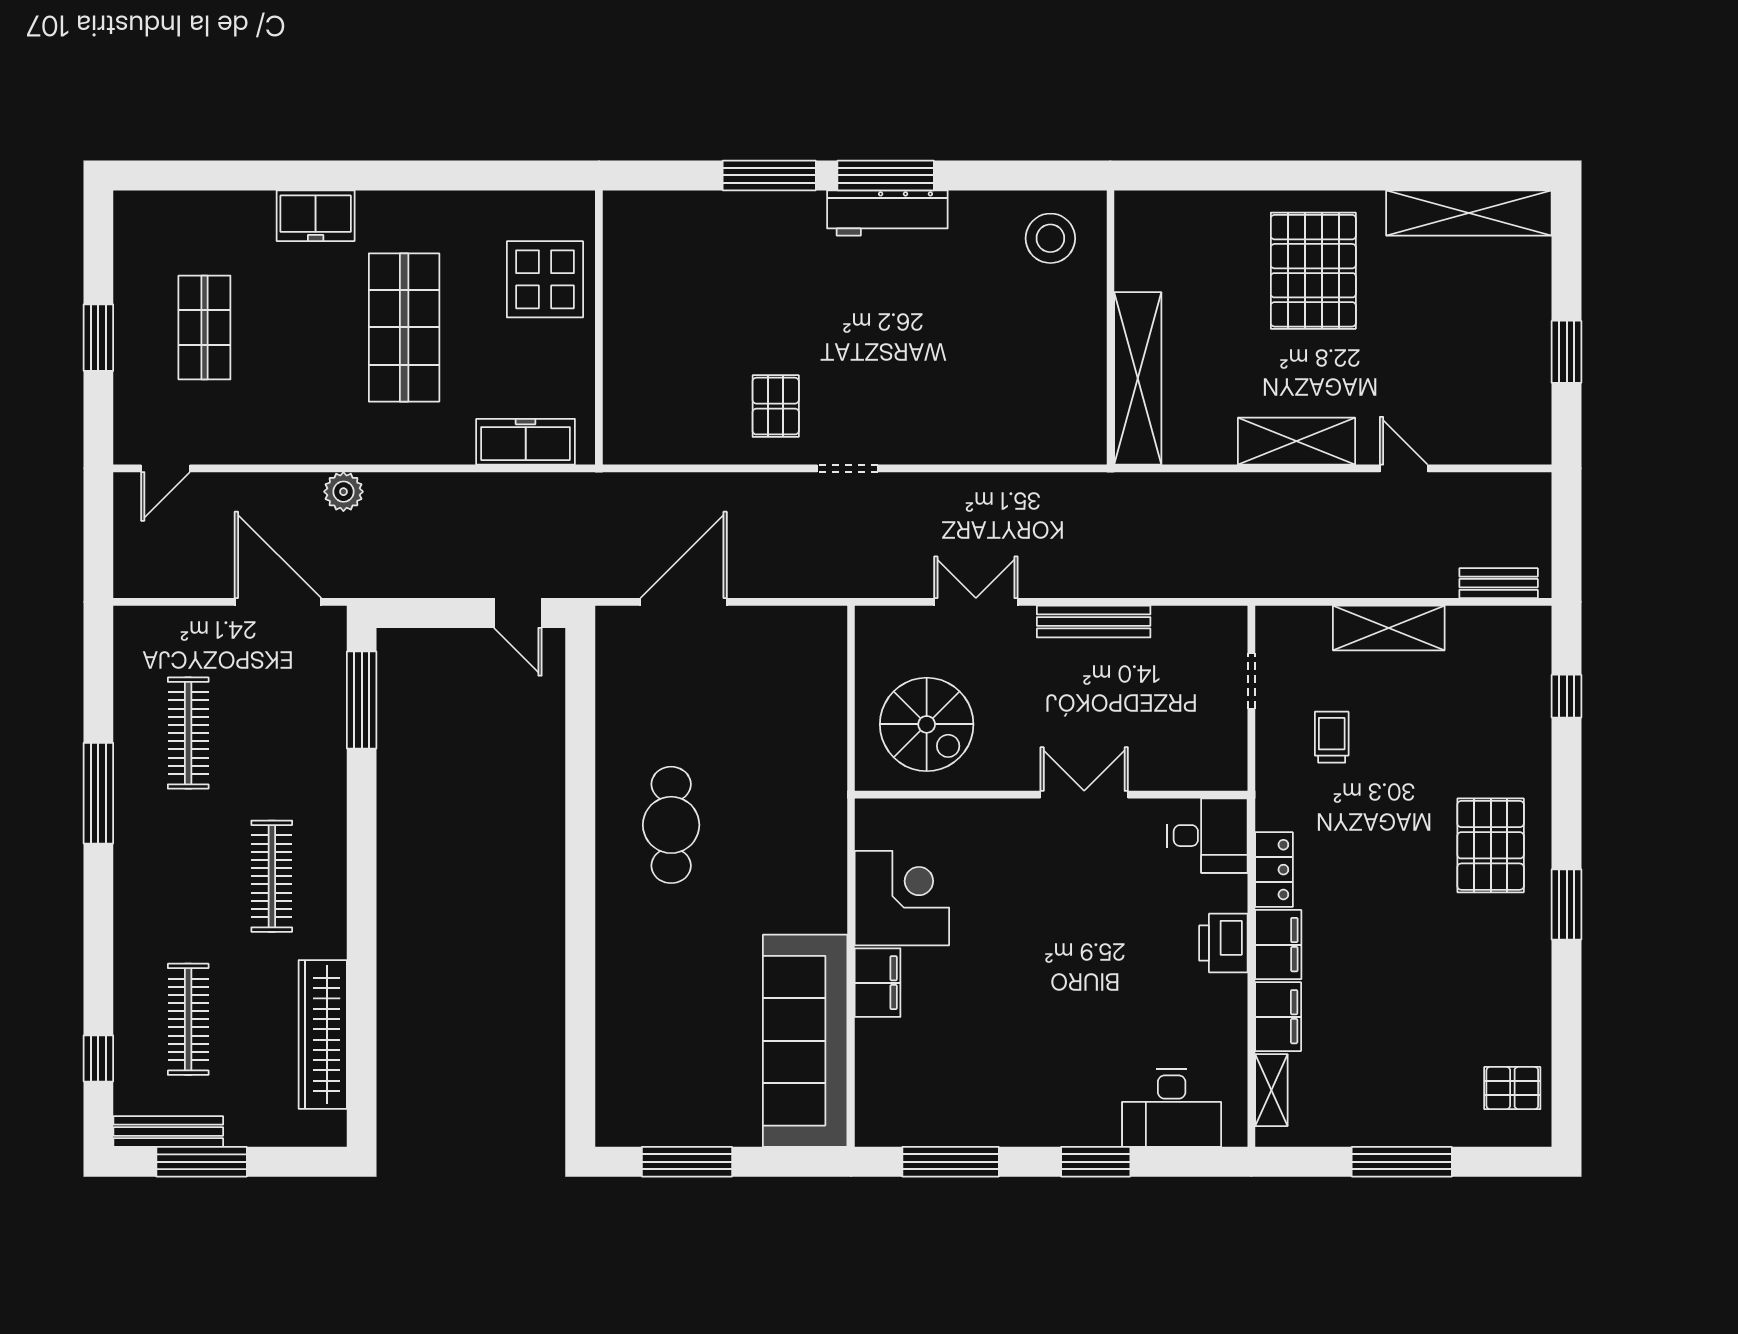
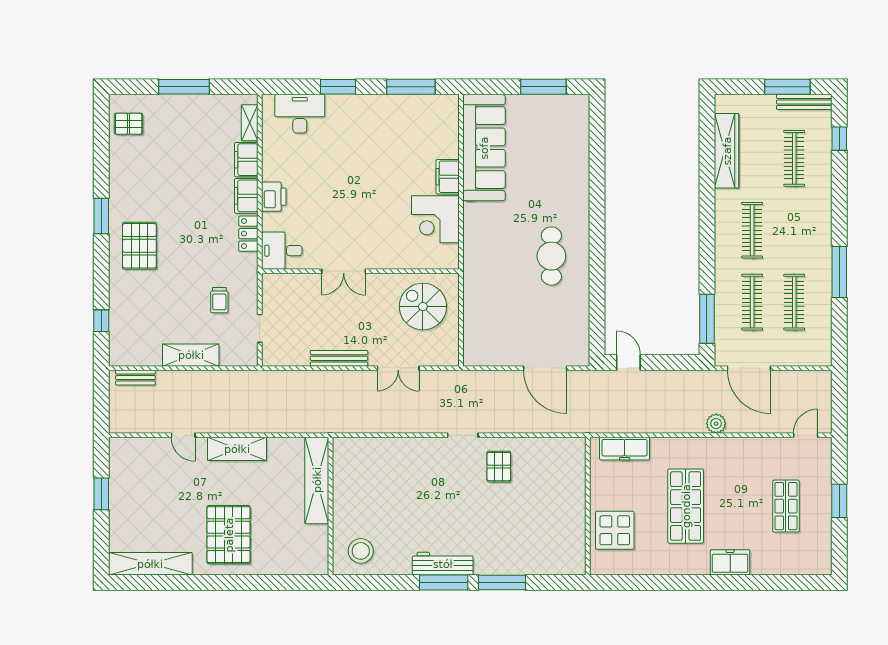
door: (684, 602) -> (545, 368), hinge flipped
clothes rail: (272, 733) -> (752, 302), added

